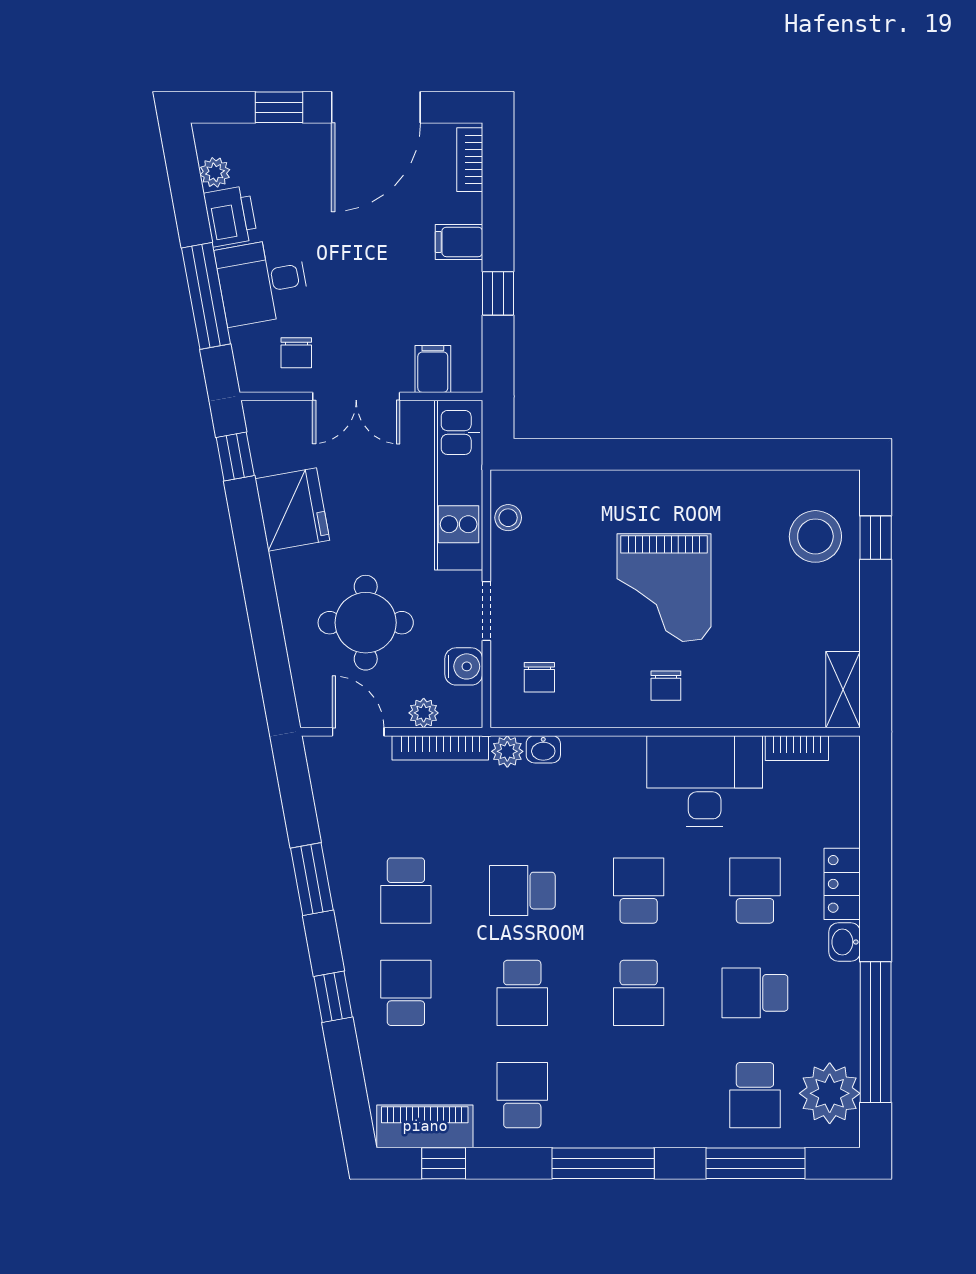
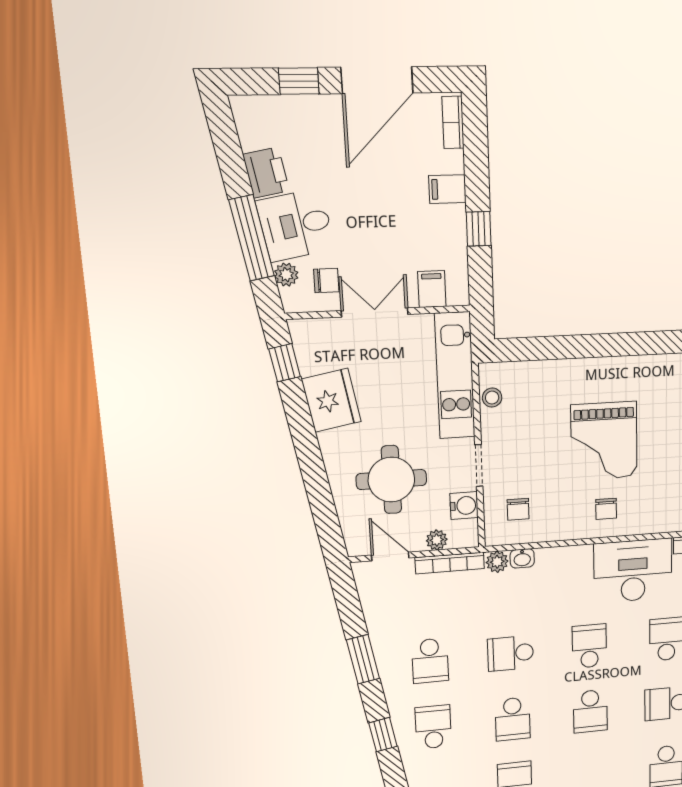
plant: (215, 172) -> (286, 275), moved
chair: (296, 353) -> (326, 281), turned -90
double door: (356, 396) -> (375, 312), swing flipped

